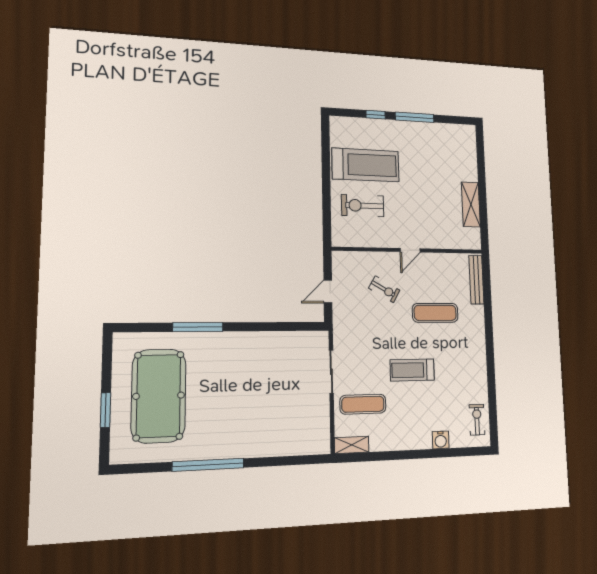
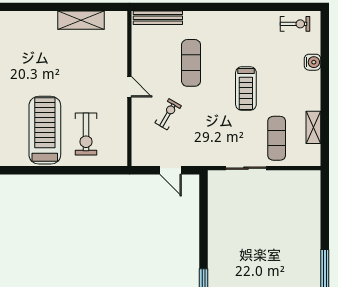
exercise bike: (477, 420) -> (295, 24), turned 180
shelving: (352, 445) -> (313, 127), moved

